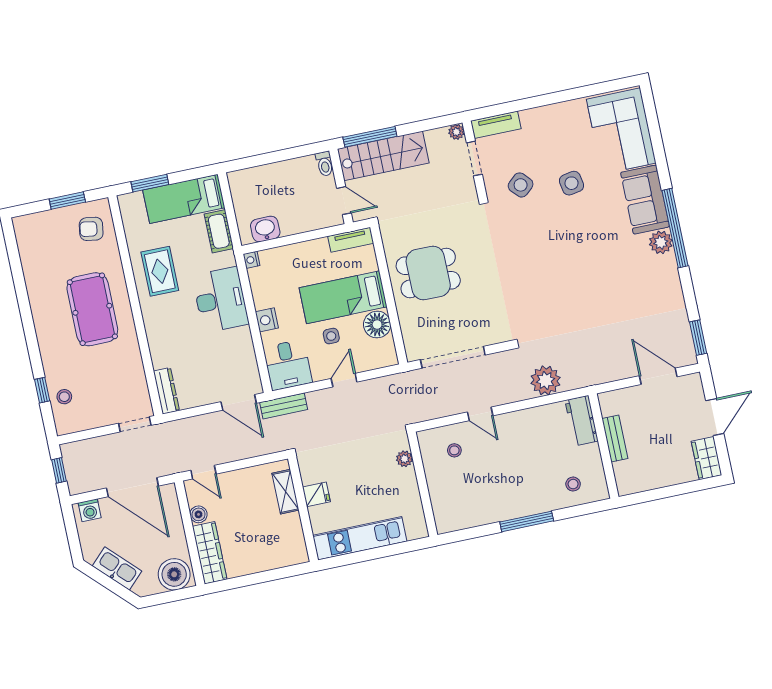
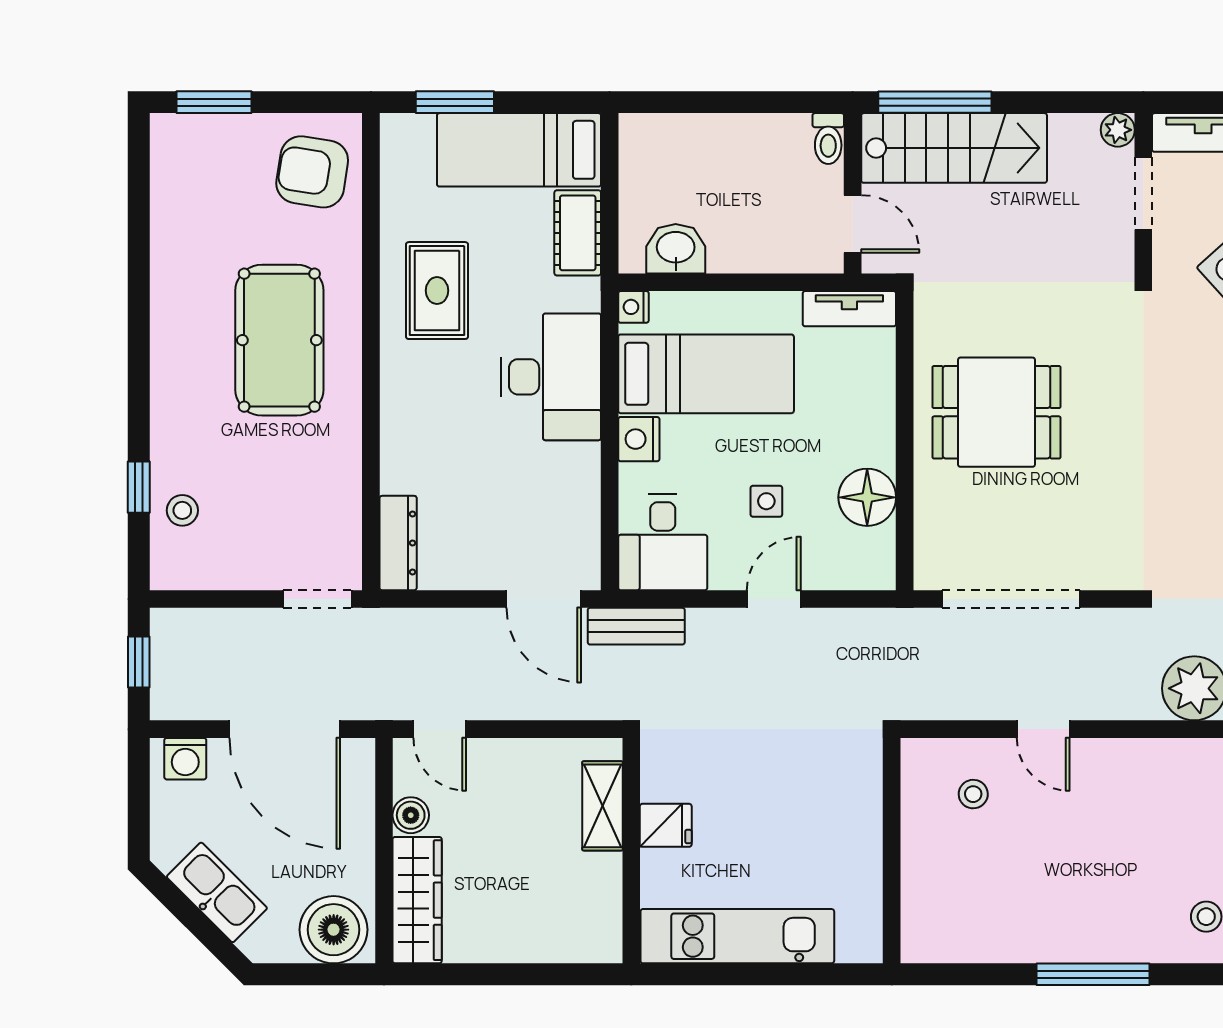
window: (67, 201) -> (214, 102), moved
armchair: (91, 229) -> (312, 172), width x1.38, depth x1.38
bed: (343, 297) -> (706, 374), moved, turned 180
plant: (405, 459) -> (865, 790), removed

